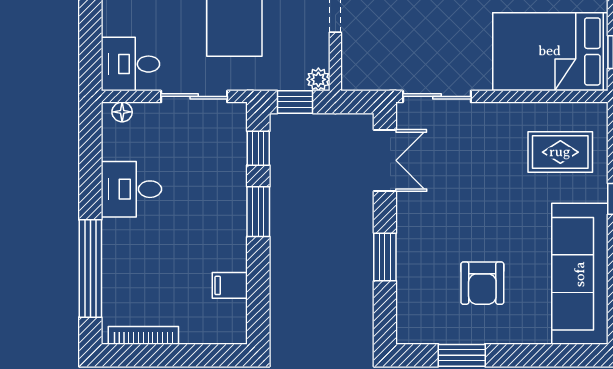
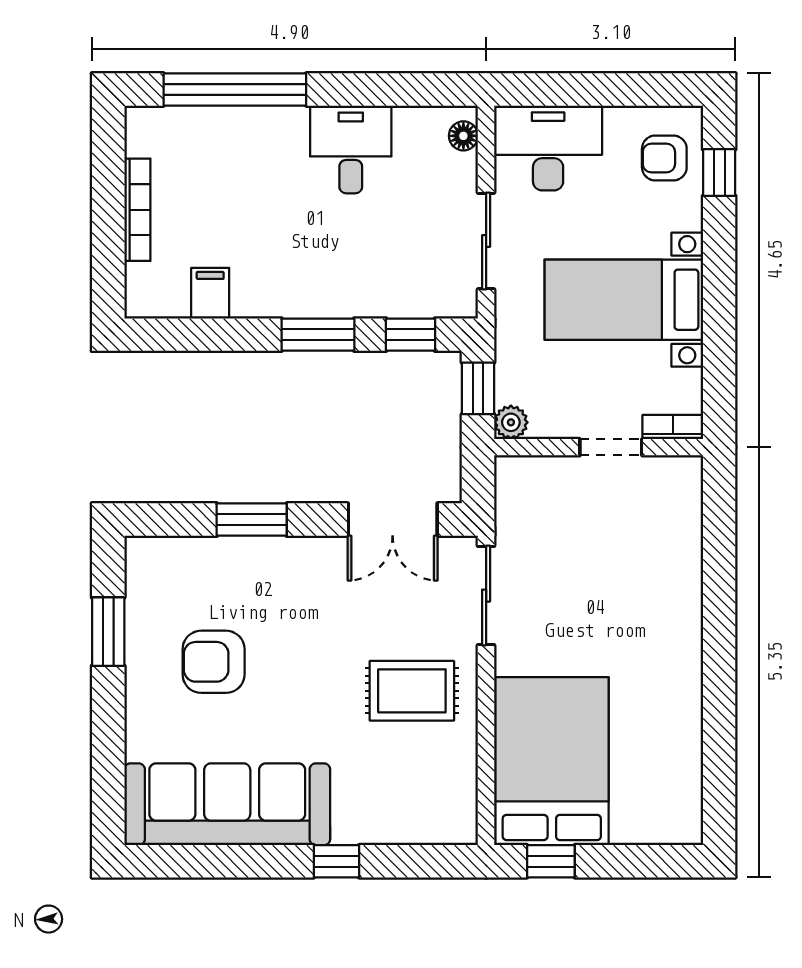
desk: (130, 64) -> (548, 148), width x1.37
rug: (560, 152) -> (412, 691), moved, turned 90
bookcase: (143, 335) -> (137, 210), moved

